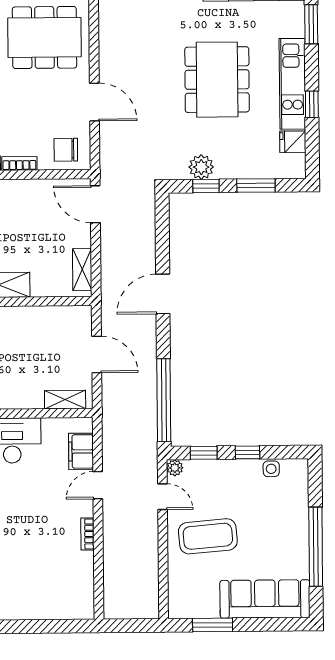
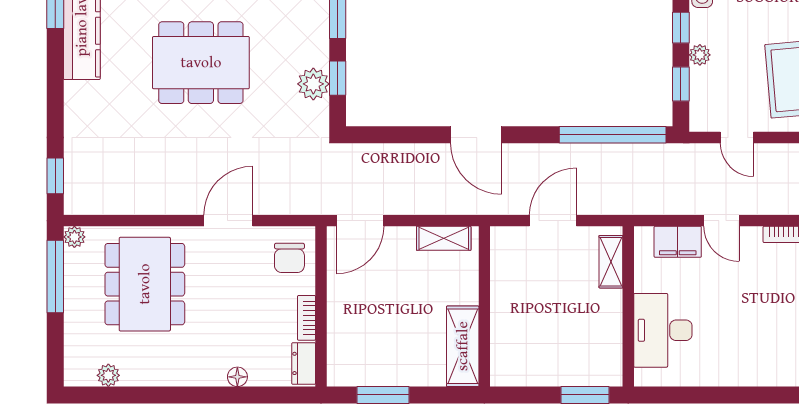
plant: (175, 468) -> (700, 55), moved
door: (162, 497) -> (737, 138), swing flipped

